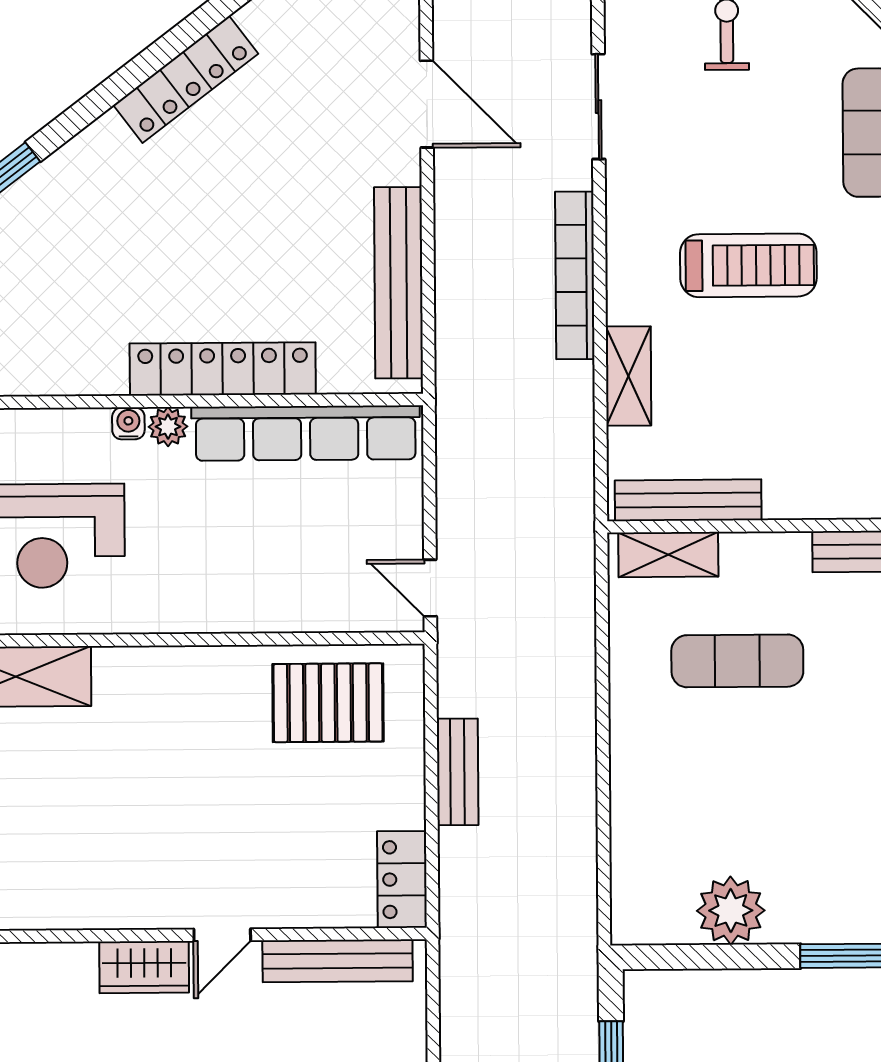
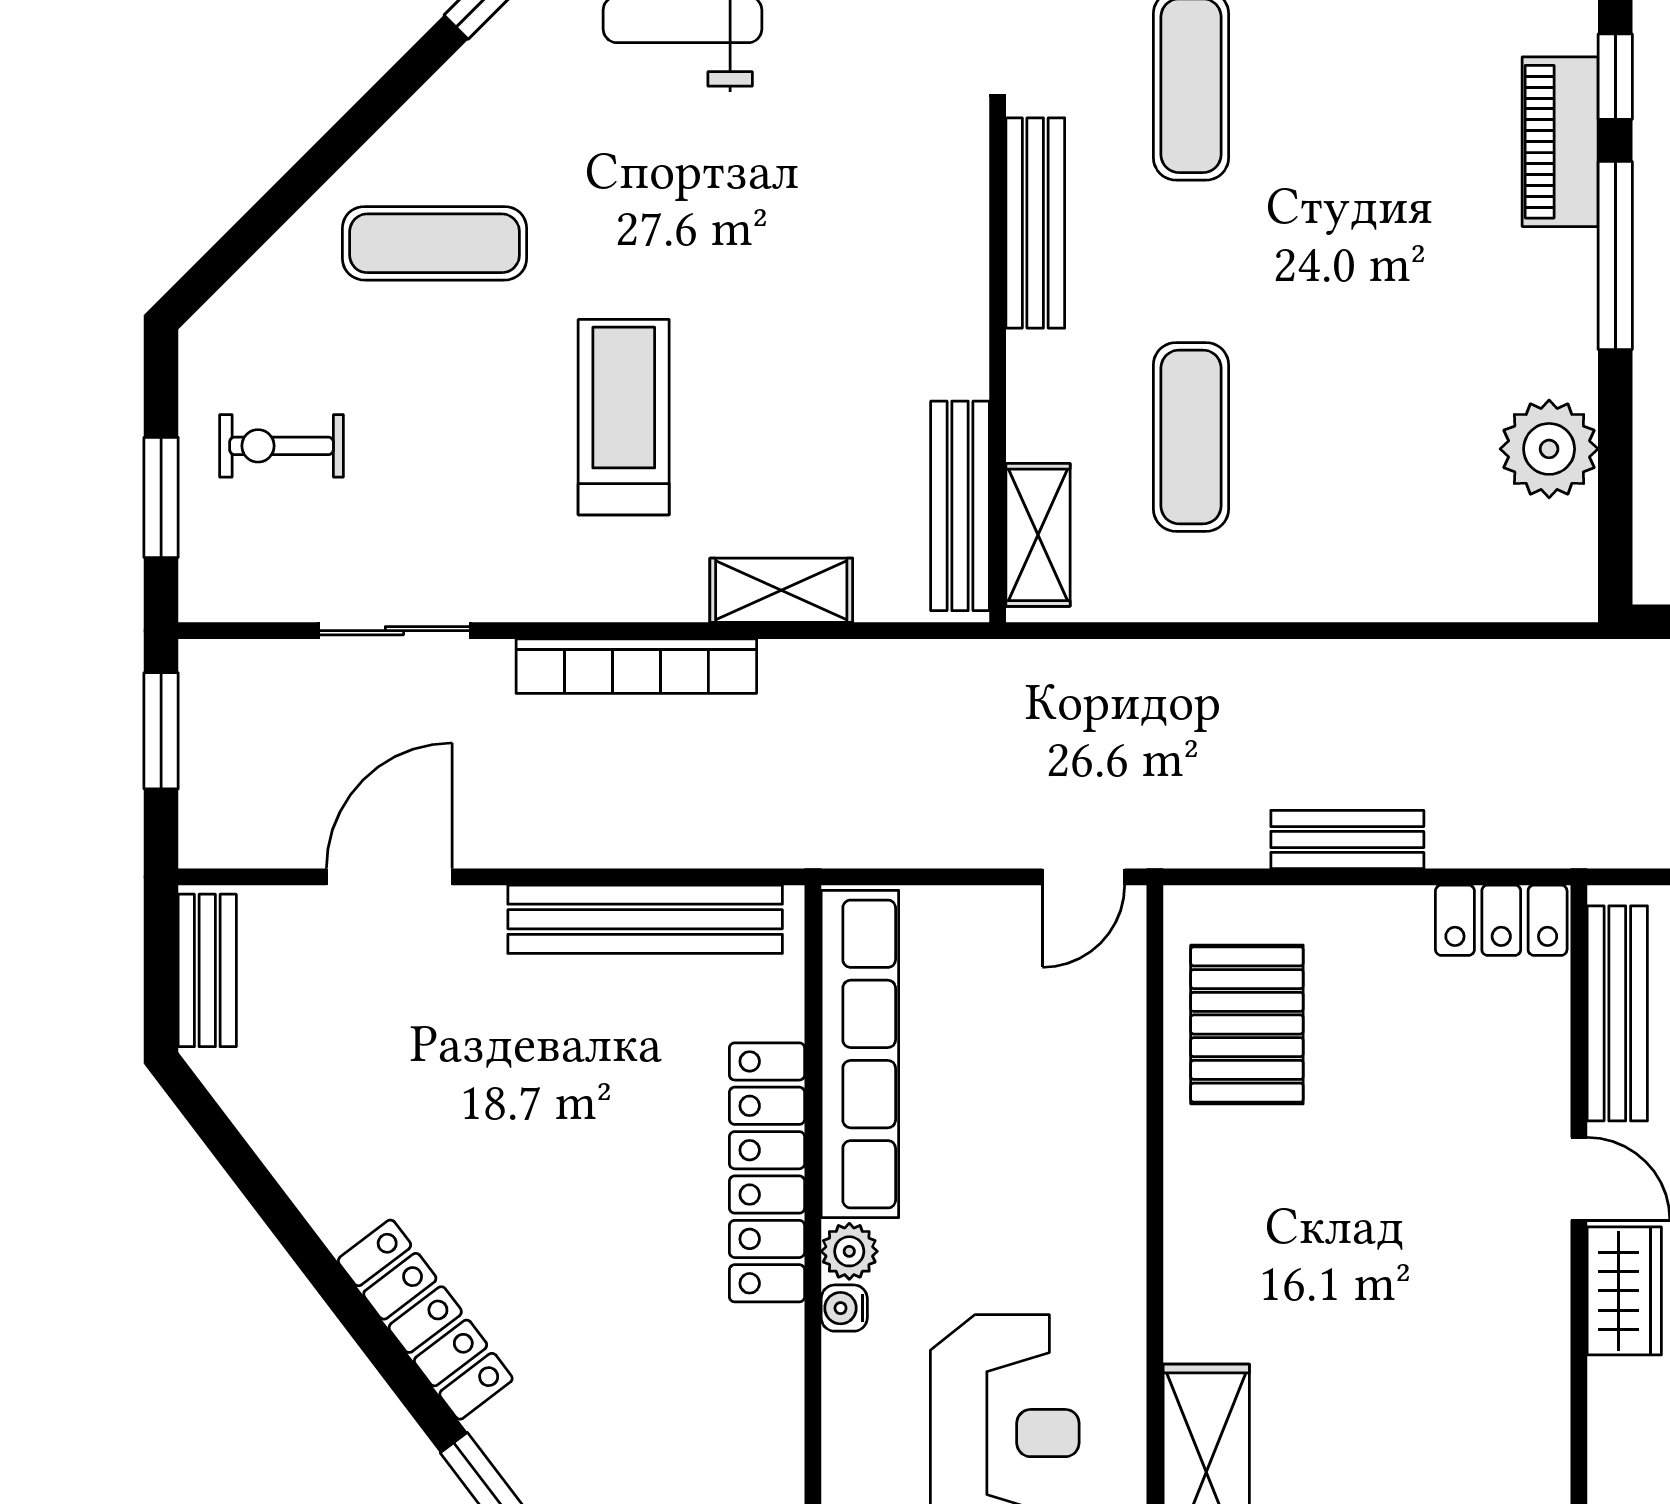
locker: (186, 79) -> (425, 1320), moved

